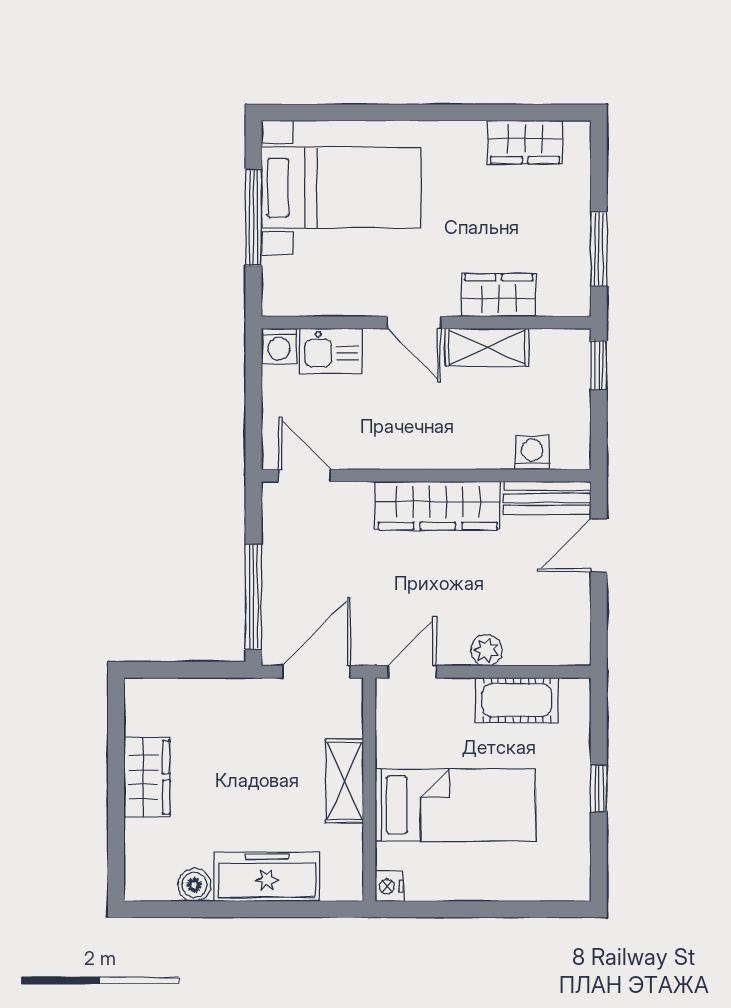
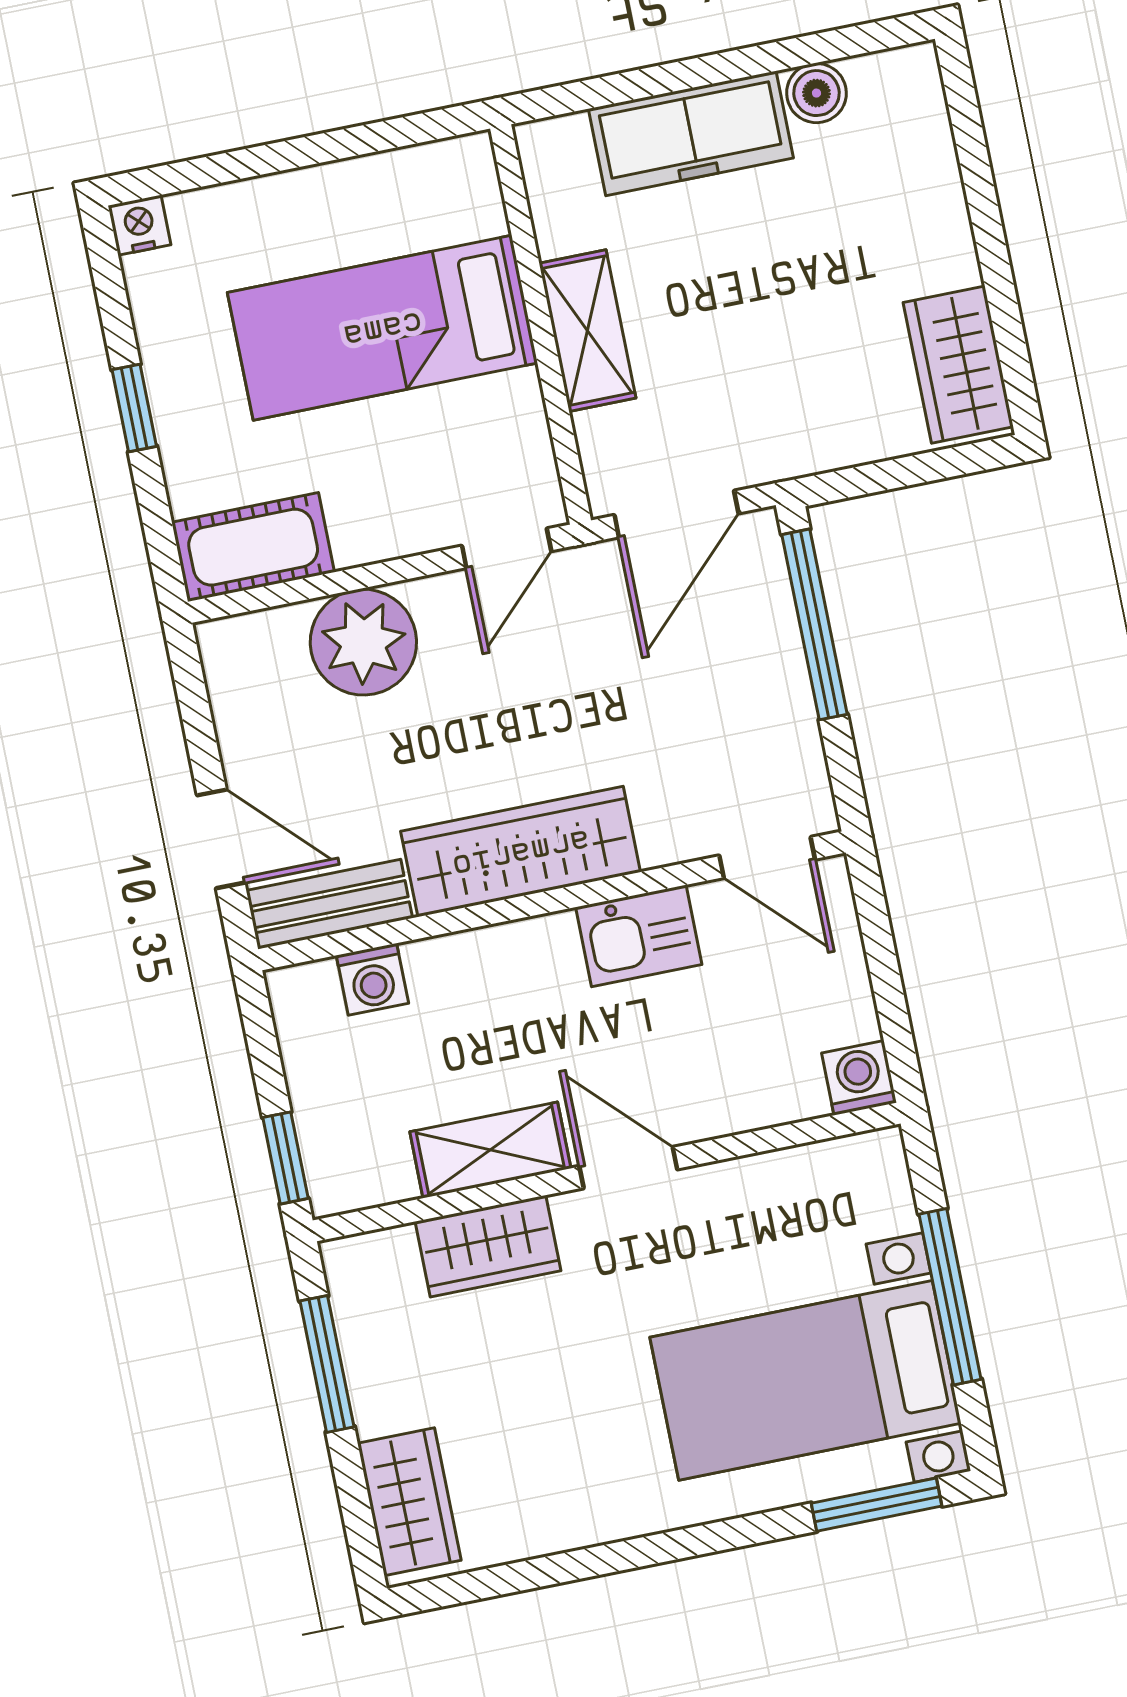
window: (316, 112) -> (877, 1505), added
wardrobe: (525, 142) -> (409, 1502), moved, turned 90
kitchen sink: (331, 351) -> (639, 936), moved, turned 180
door: (599, 545) -> (221, 839), hinge flipped
plant: (486, 650) -> (363, 642), width x1.88, depth x1.88
cot: (517, 700) -> (253, 547), moved
wardrobe: (147, 777) -> (958, 365), moved
nightstand: (389, 886) -> (139, 225), moved, turned -90

